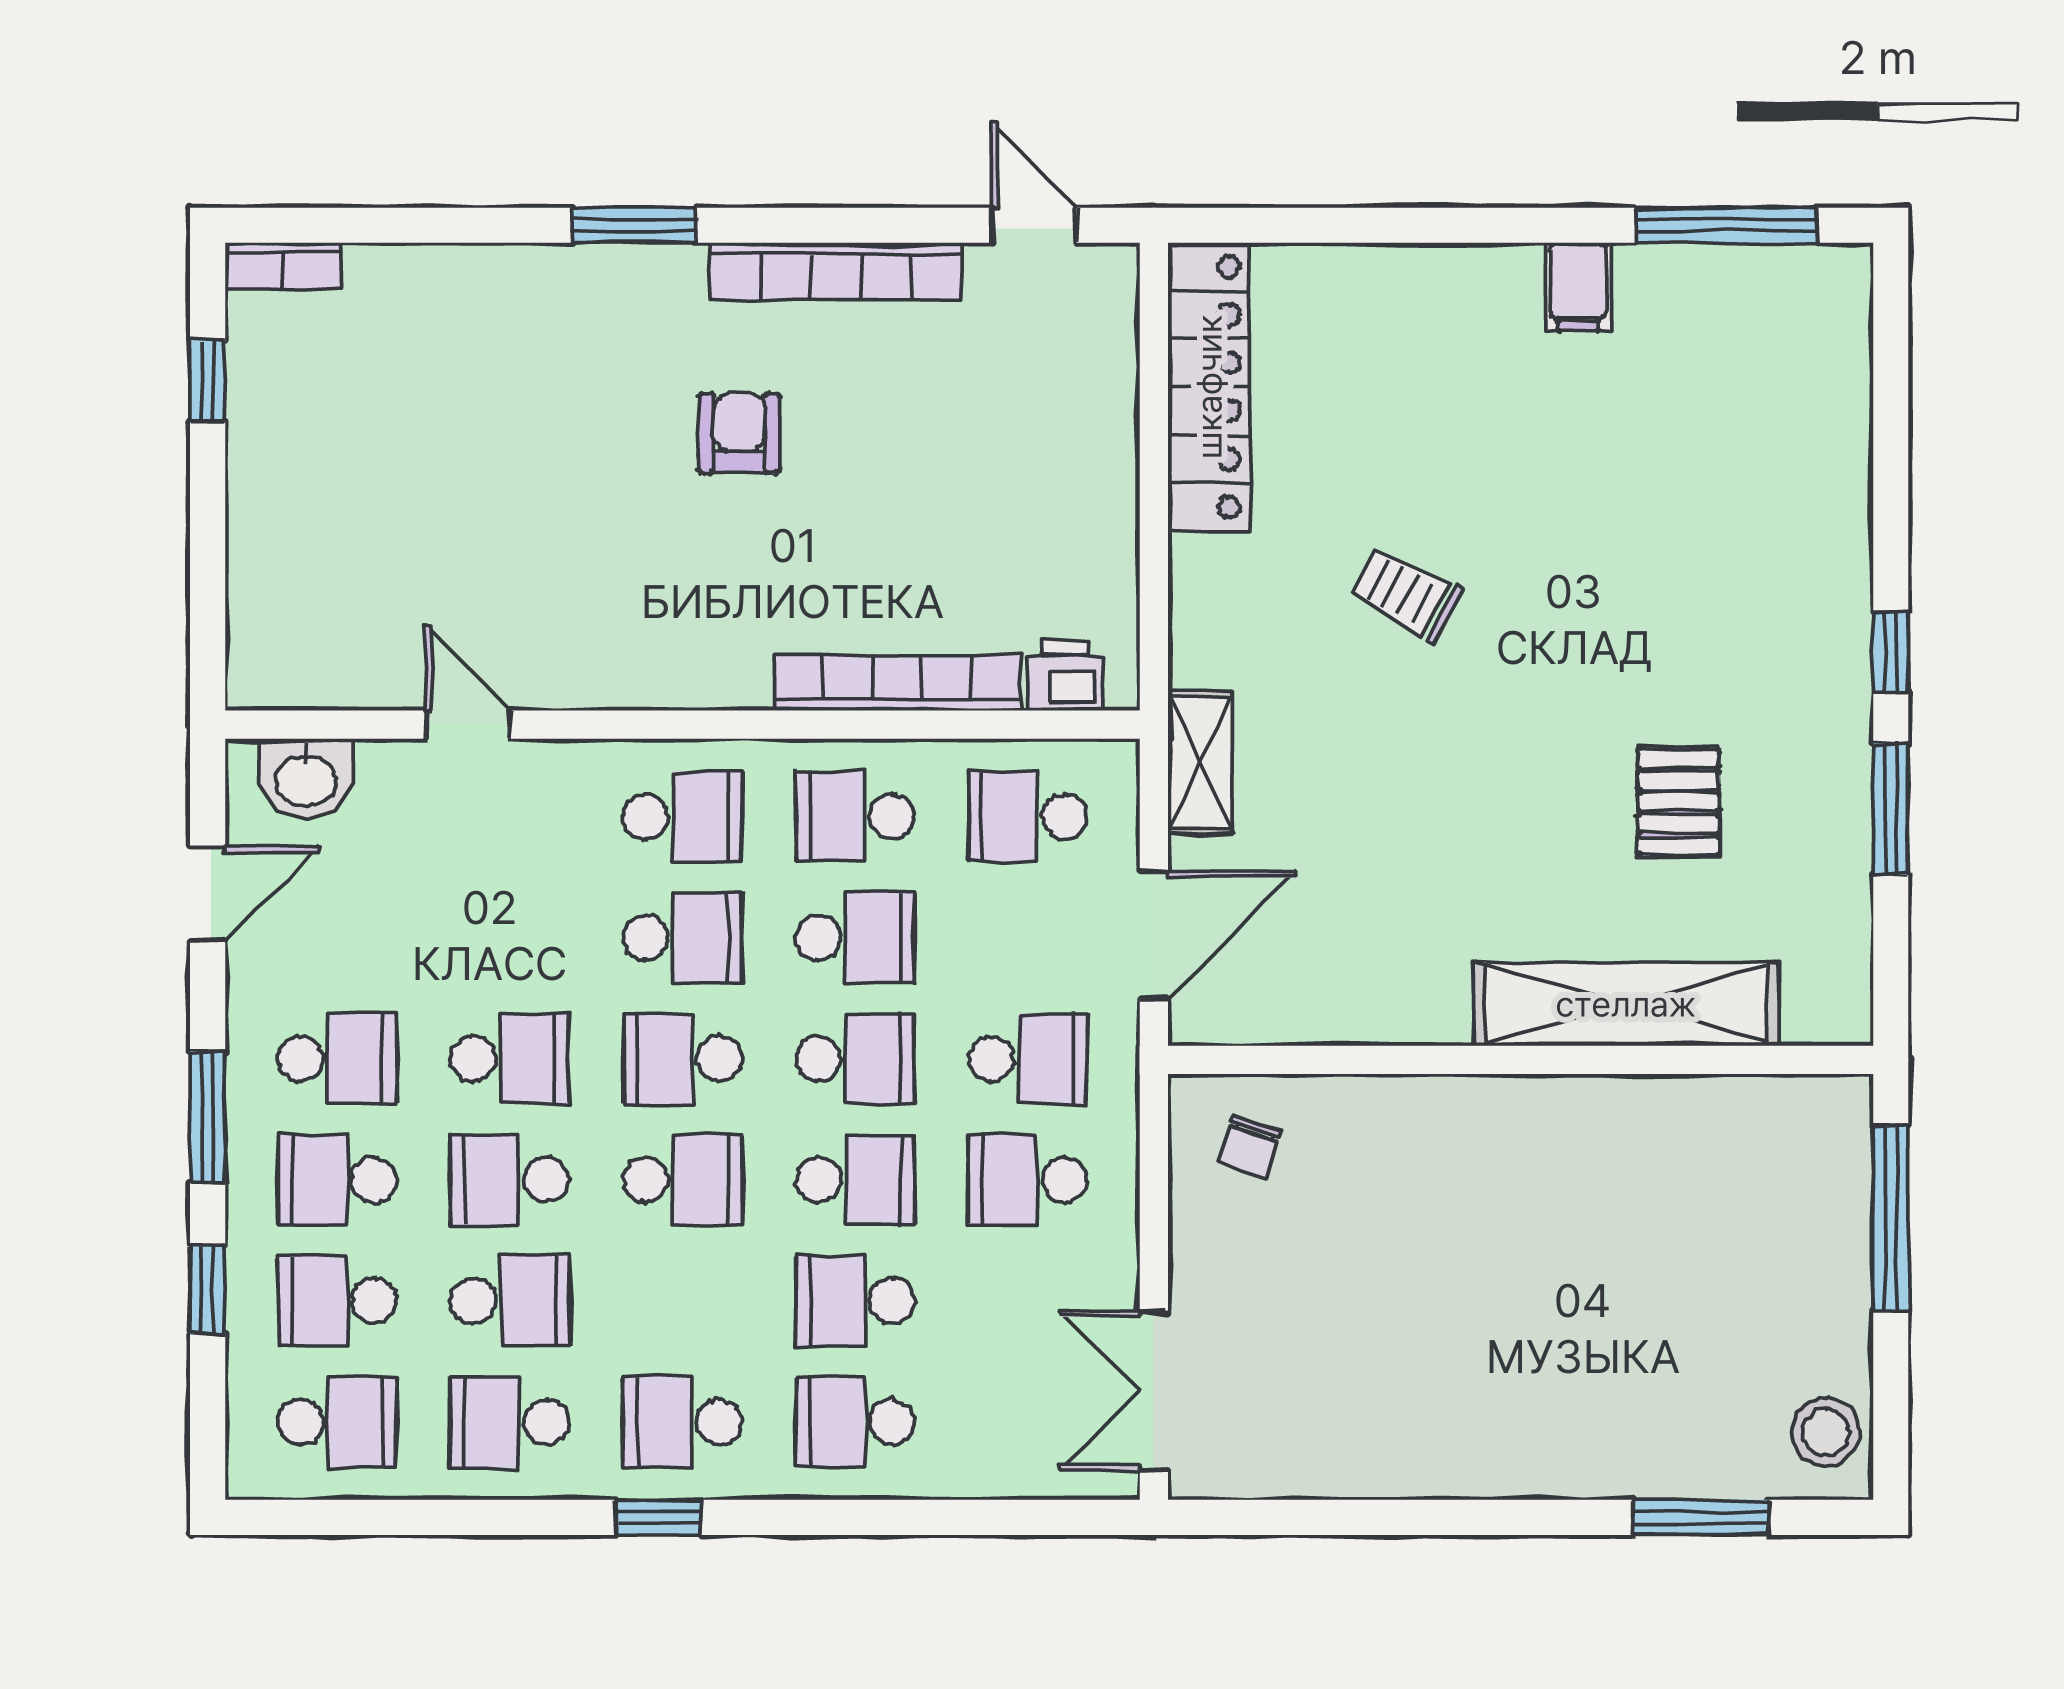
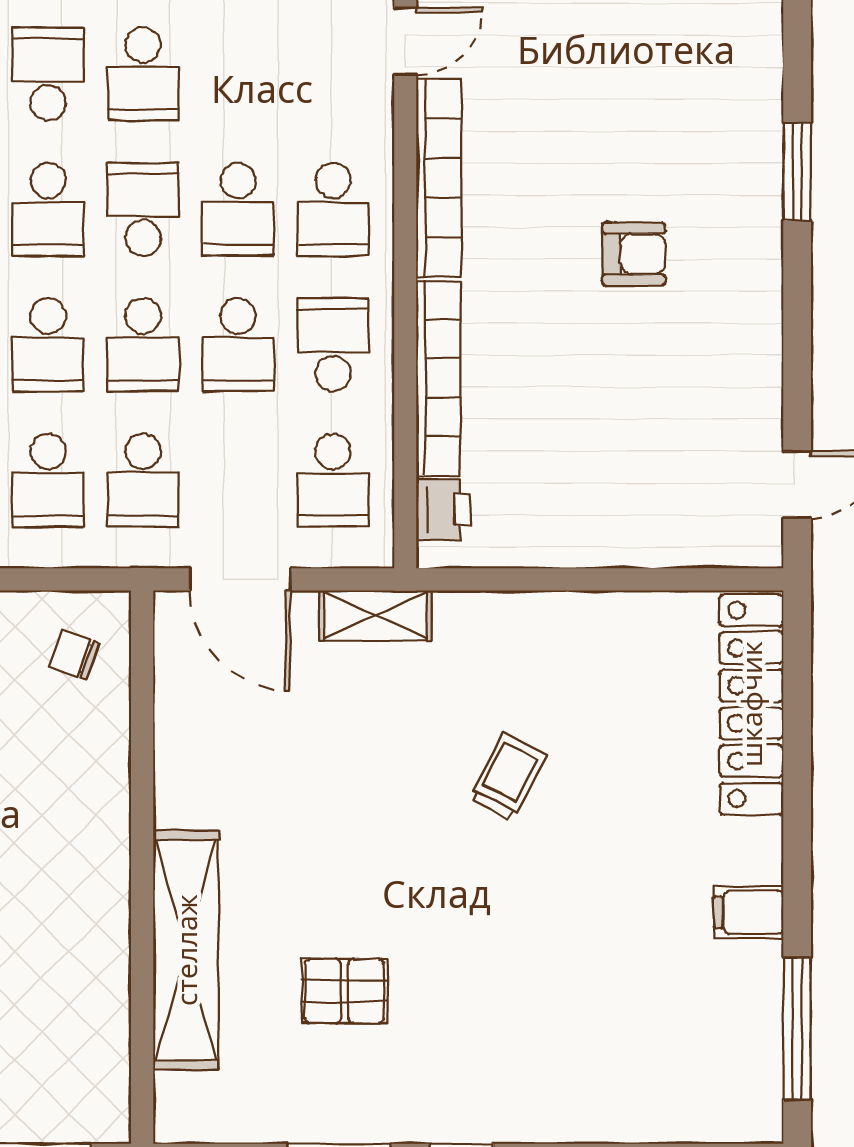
bookcase: (836, 271) -> (439, 178), moved, turned 180
locker: (1209, 387) -> (751, 704), moved, turned 90
school desk: (1028, 817) -> (333, 480), turned 180
school desk: (1028, 1180) -> (48, 480), turned 180

